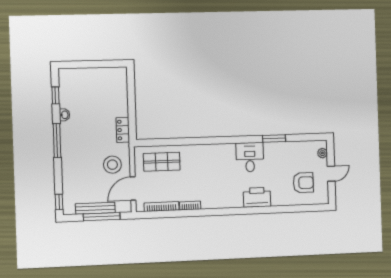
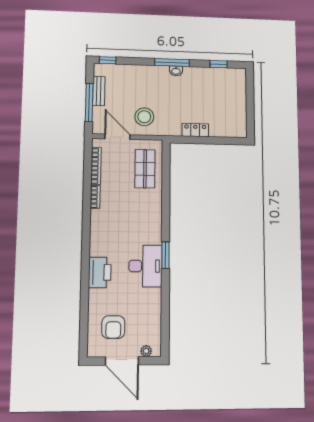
washbasin: (64, 115) -> (176, 71), moved
locker: (123, 130) -> (195, 130), moved
window: (274, 138) -> (165, 255), moved
desk: (250, 157) -> (145, 266), width x1.37
door: (331, 174) -> (122, 361), width x1.87
bench: (95, 208) -> (99, 91), width x0.73

